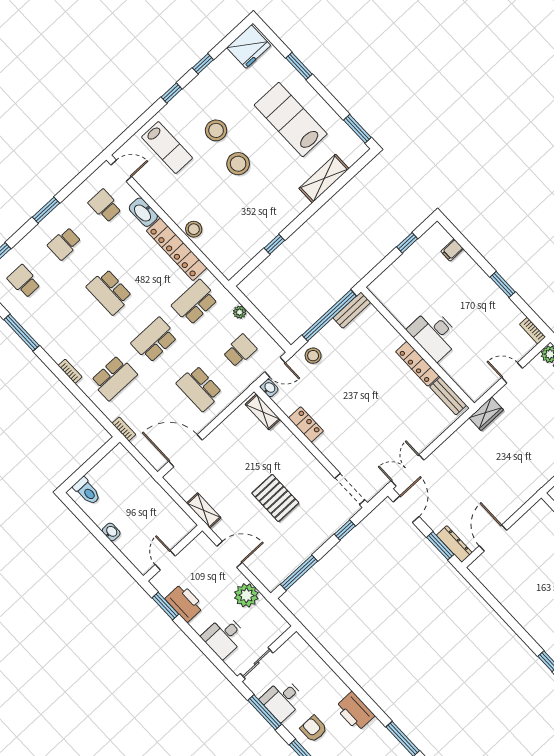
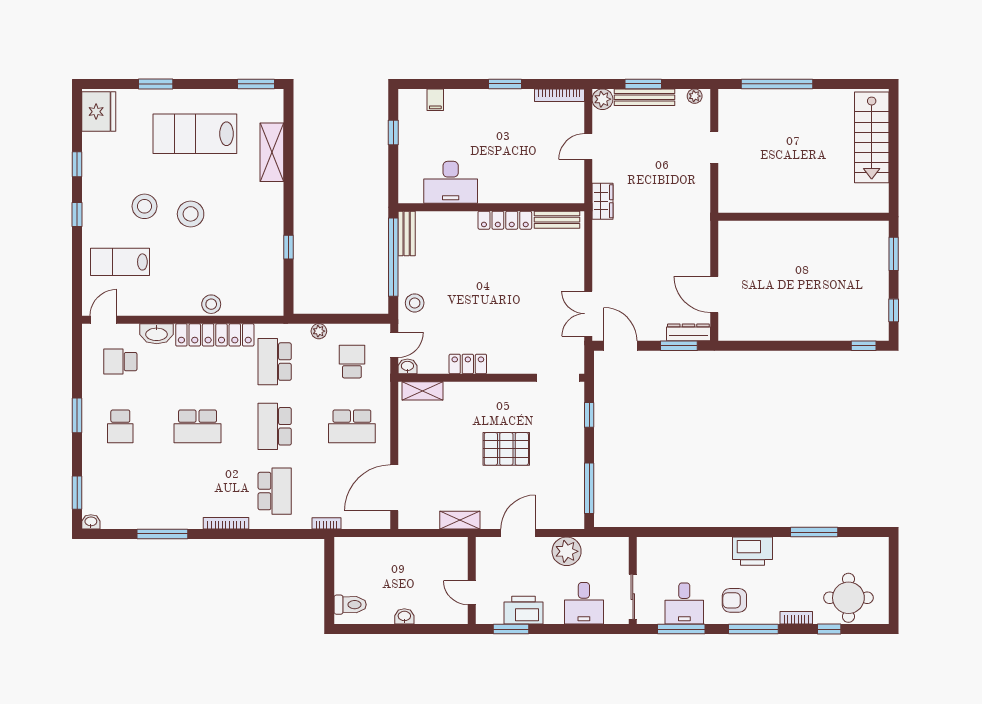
lab bench: (167, 148) -> (120, 262), turned 180
school desk: (24, 281) -> (120, 491), removed
bookcase: (533, 331) -> (559, 95), width x1.56
desk: (434, 334) -> (451, 182), moved
bookcase: (70, 371) -> (226, 523), width x1.56

